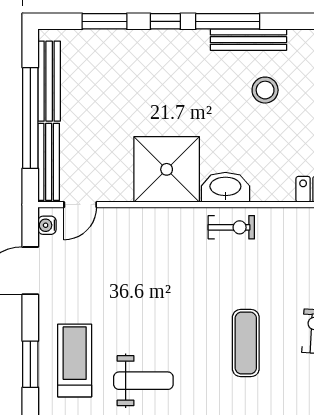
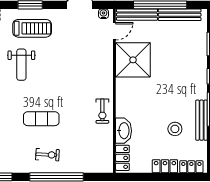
shower: (167, 169) -> (133, 60), moved
washbasin: (225, 187) -> (124, 131), moved
door: (80, 205) -> (114, 31), swing flipped

